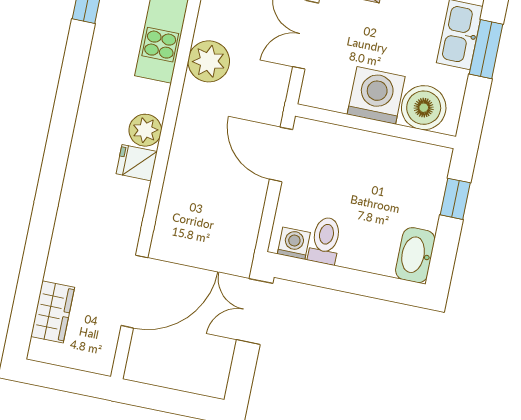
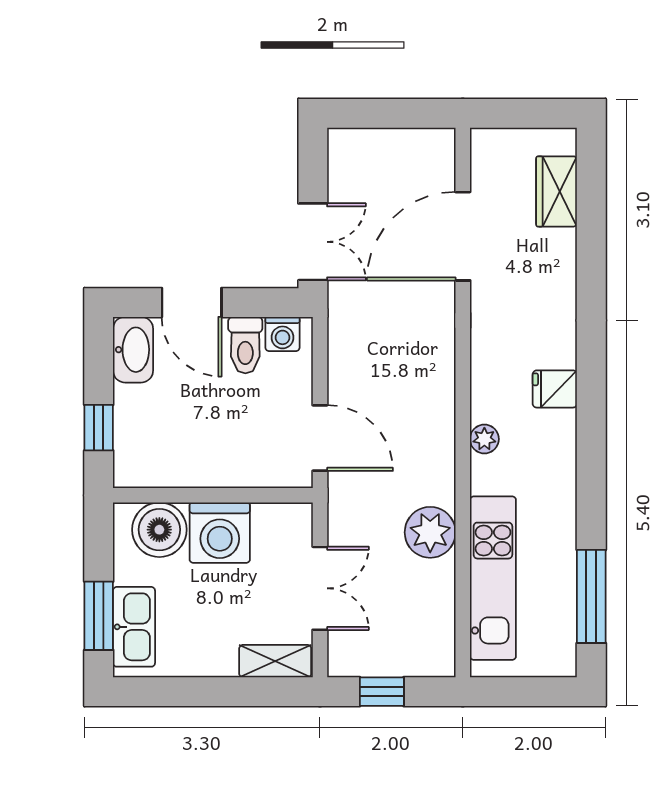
plant: (145, 130) -> (484, 439), width x0.73, depth x0.73
fridge: (137, 163) -> (555, 389), moved, turned 180
door: (361, 283) -> (192, 303), added

